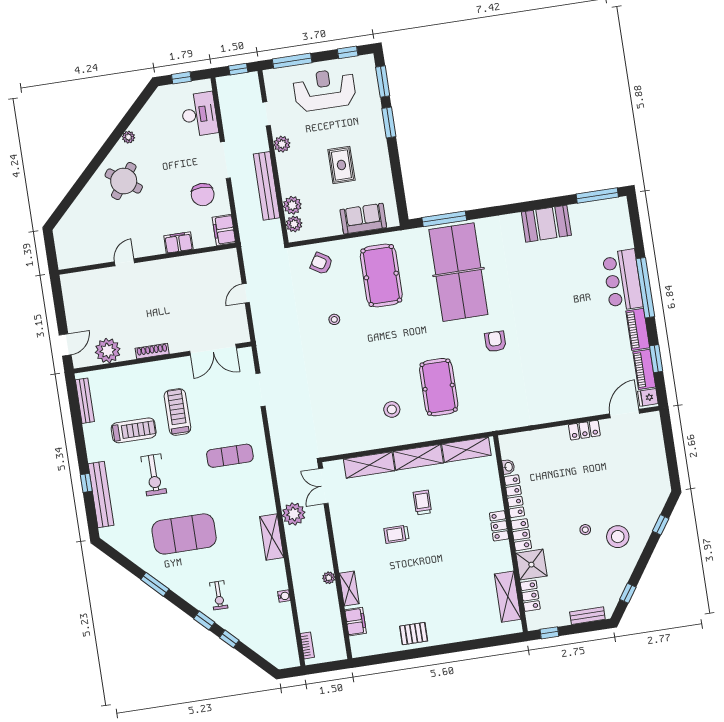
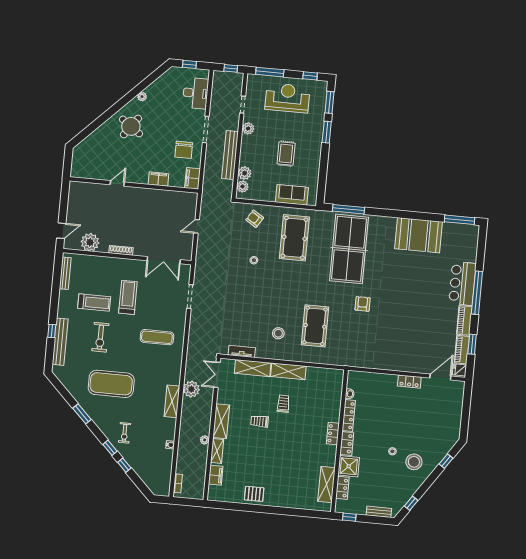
booth: (546, 224) -> (419, 235), width x1.36, depth x1.42
tv unit: (349, 446) -> (242, 351), added
shelving: (466, 450) -> (221, 421), moved, turned 90

